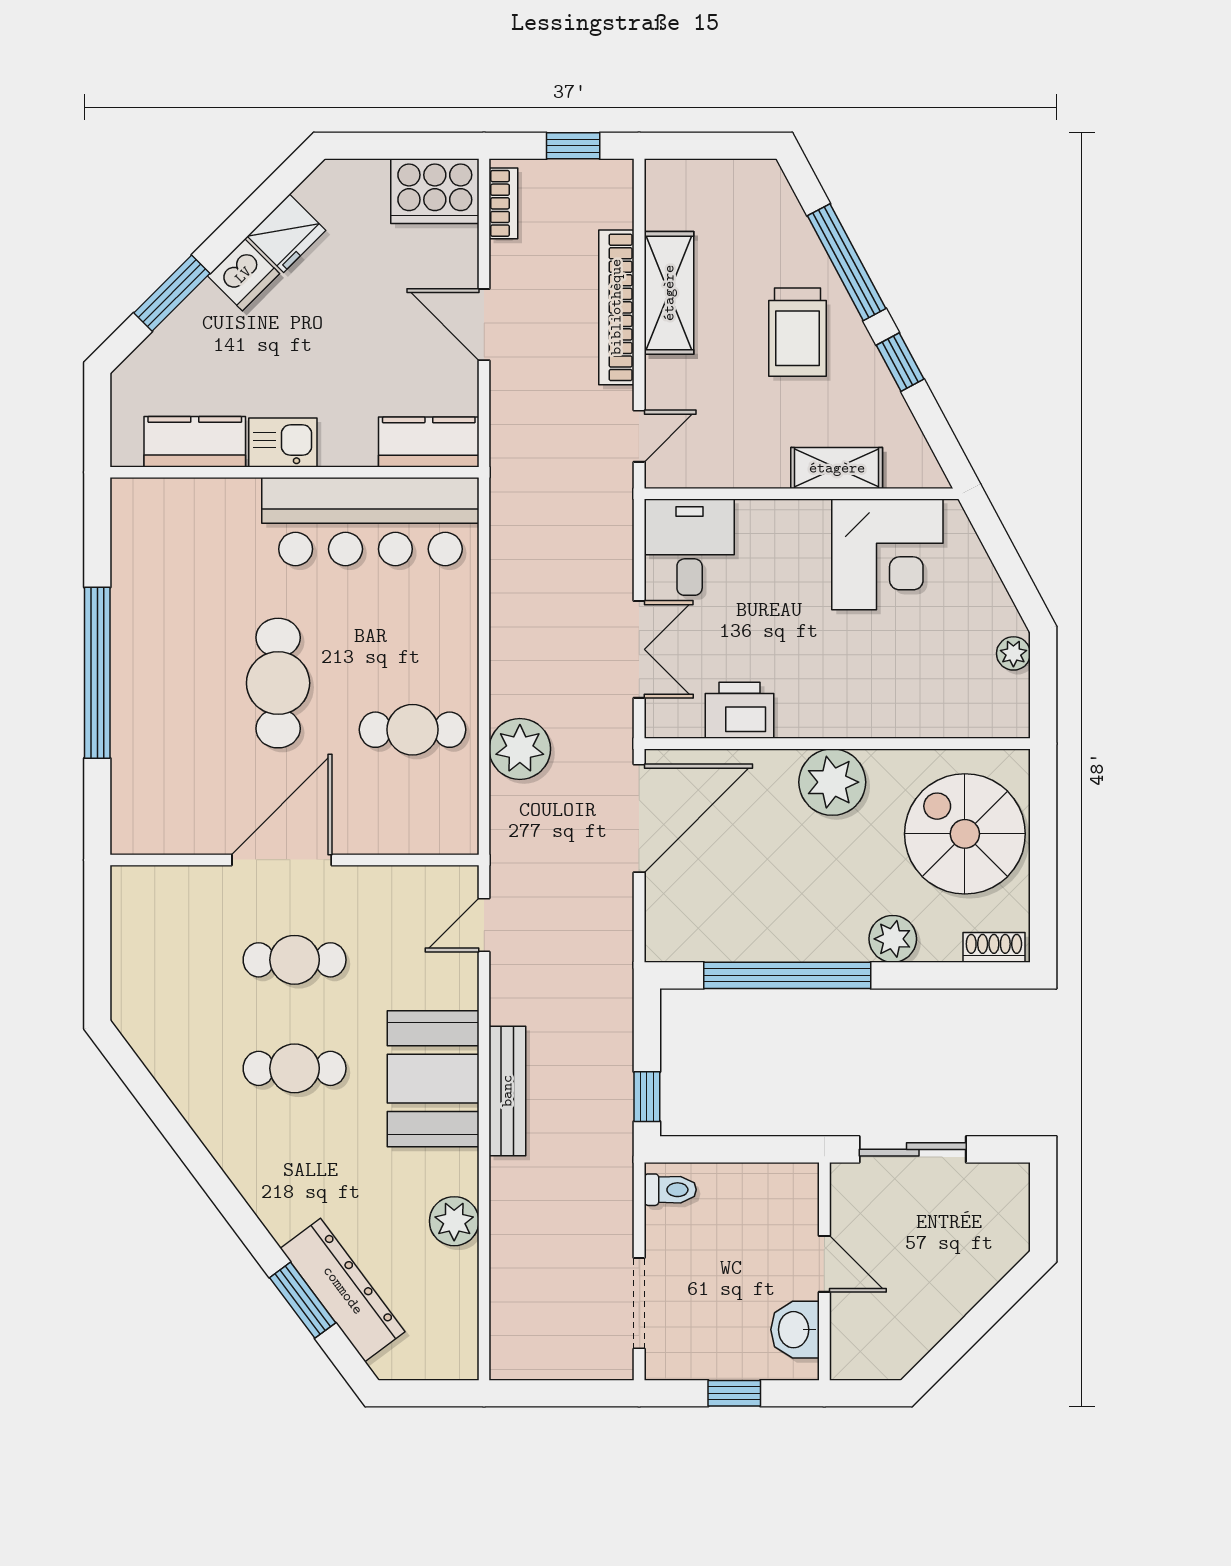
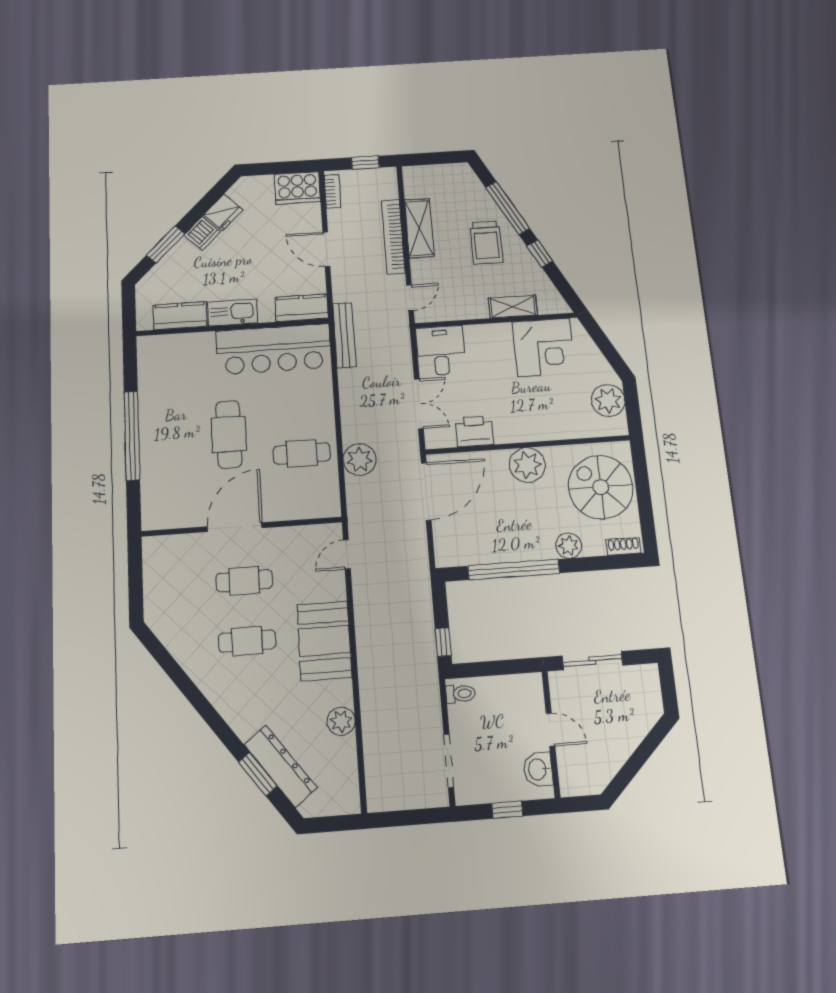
kitchen sink: (283, 442) -> (233, 313), width x1.38
plant: (1013, 653) -> (608, 400), width x1.88, depth x1.88
bench: (507, 1091) -> (344, 335), moved

